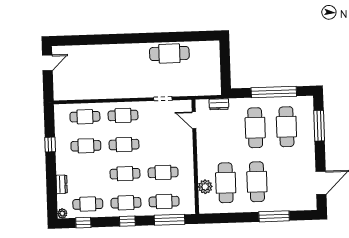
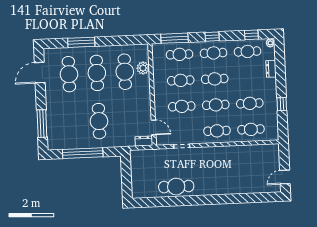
dresser: (219, 104) -> (144, 141), moved
cafe table: (286, 127) -> (69, 74), moved
cafe table: (162, 143) -> (182, 106), added

